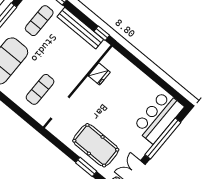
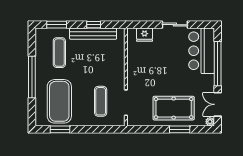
window: (102, 33) -> (94, 25), moved
fridge: (99, 74) -> (145, 35), moved, turned 90
sliding door: (154, 77) -> (175, 25), added

